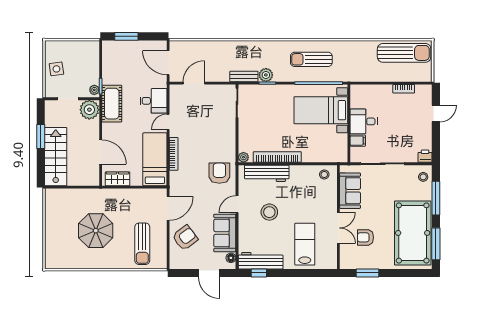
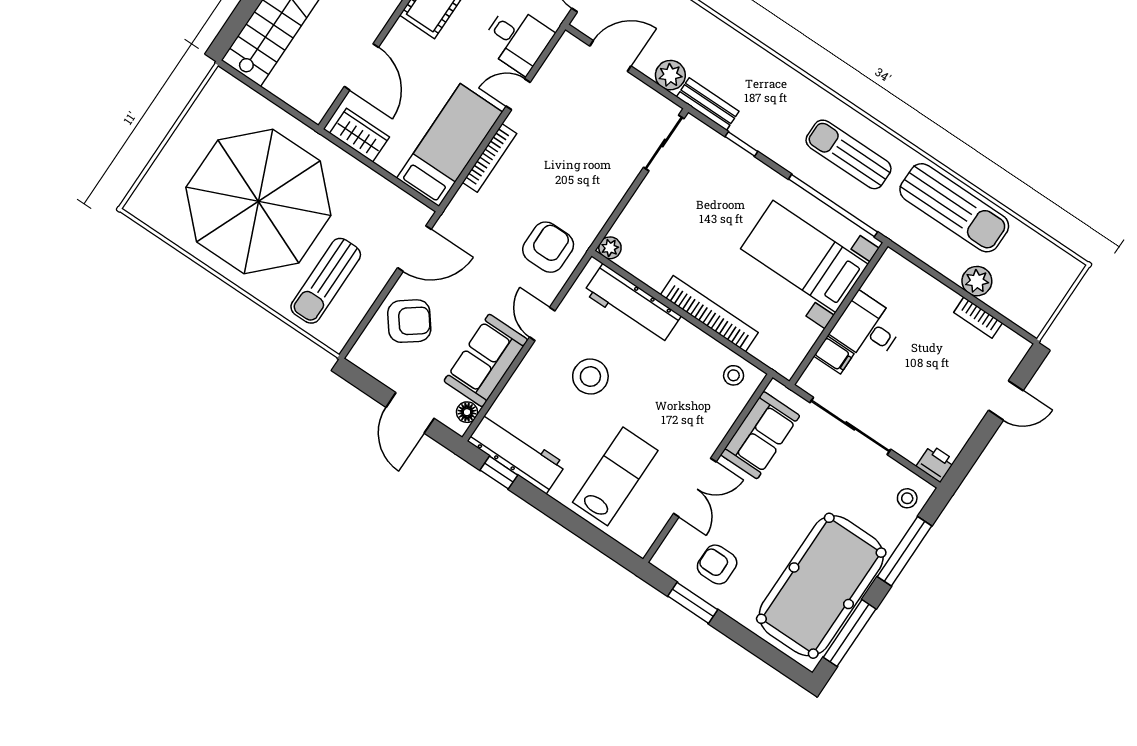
sun lounger: (404, 53) -> (954, 208), moved
plant: (266, 75) -> (670, 75), moved
plant: (394, 75) -> (977, 281), added
bookcase: (277, 157) -> (709, 314), moved
door: (237, 204) -> (542, 324), hinge flipped
parasol: (96, 231) -> (258, 201), width x1.86, depth x1.86
armchair: (365, 237) -> (717, 564), moved

